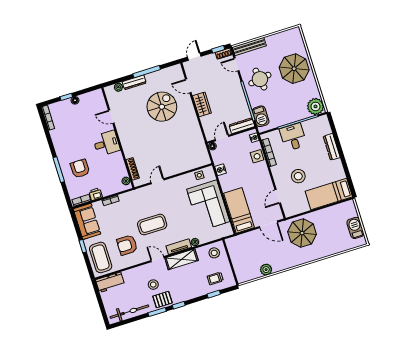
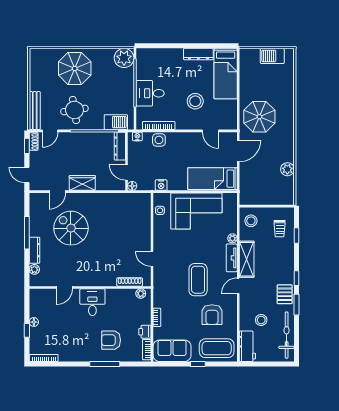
dresser: (332, 147) -> (198, 54), moved
stool: (153, 285) -> (261, 320), moved

